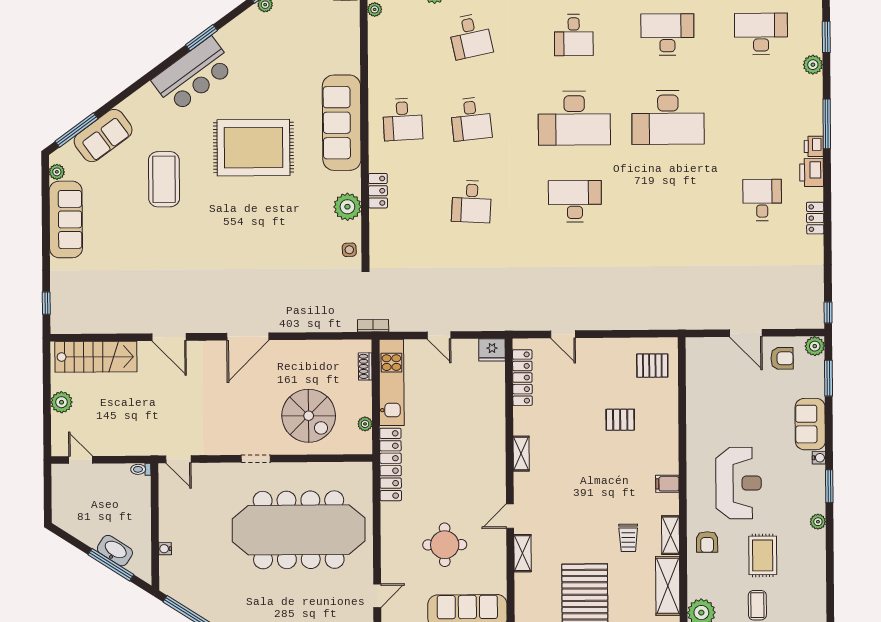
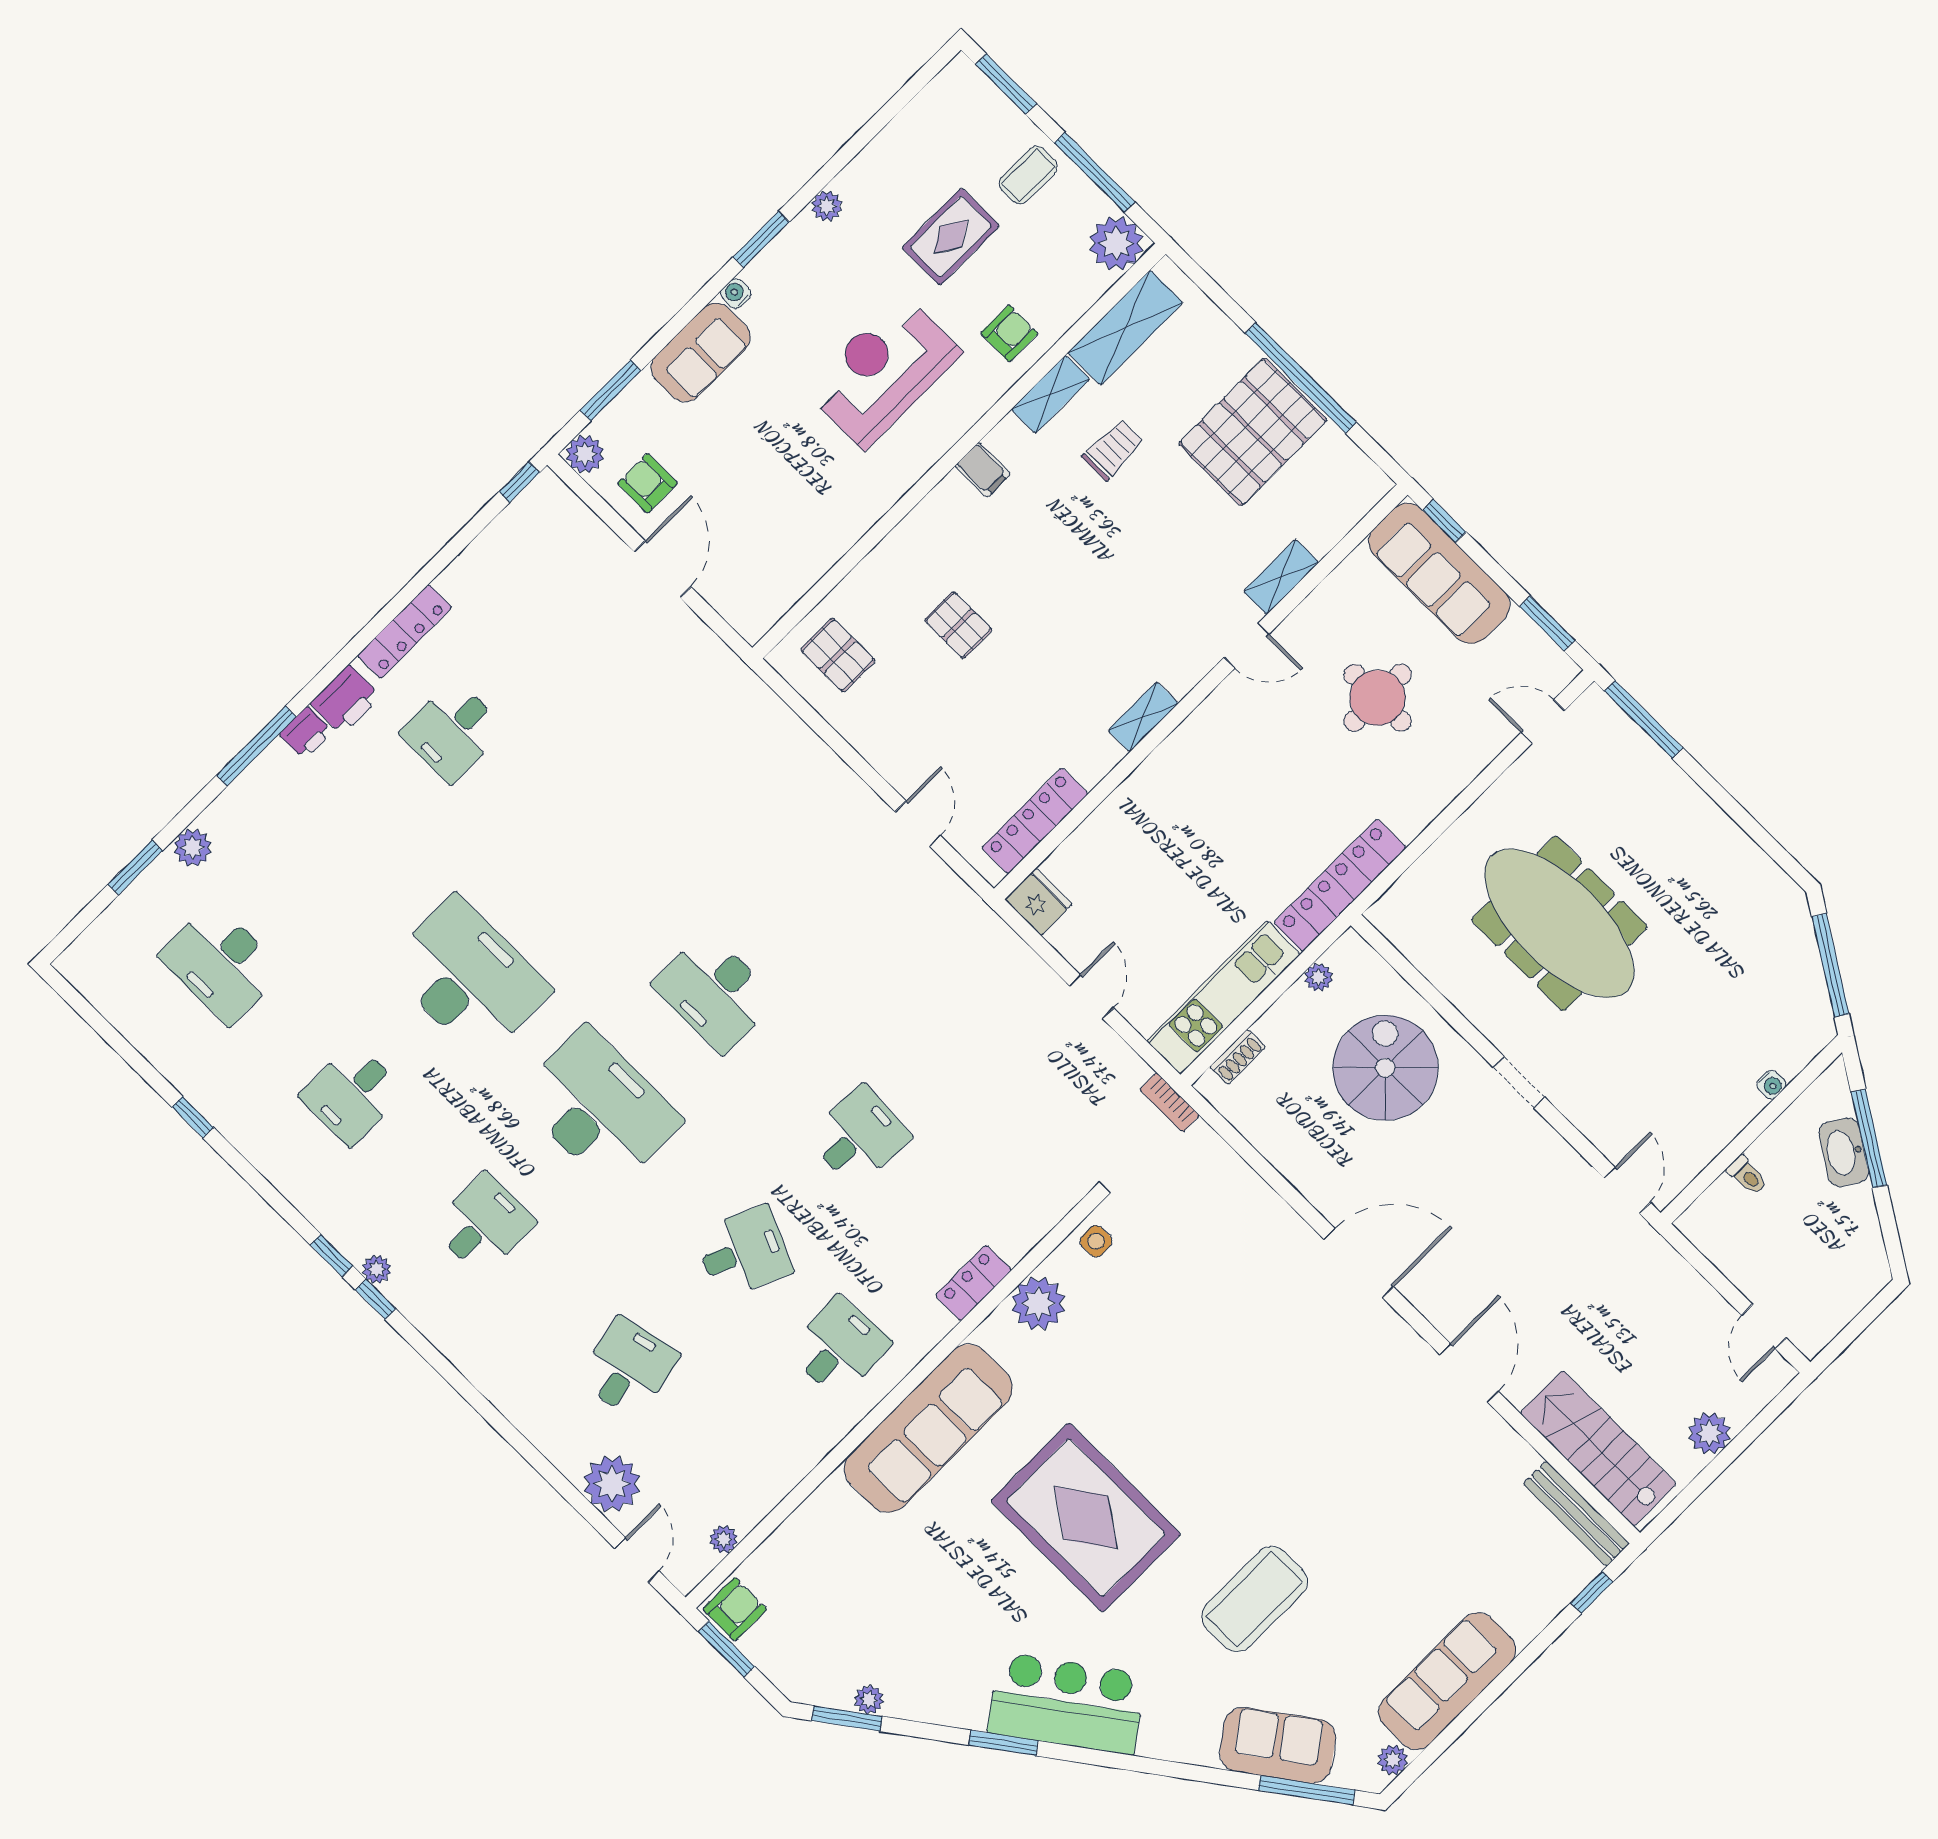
desk: (667, 34) -> (352, 1094), width x0.73
desk: (471, 119) -> (743, 1252), turned 30
locker: (815, 218) -> (405, 631), width x1.53
bench: (80, 326) -> (1576, 1514), added
toilet: (141, 469) -> (1747, 1175), moved
meeting table: (299, 530) -> (1559, 923), width x0.73, depth x0.79

